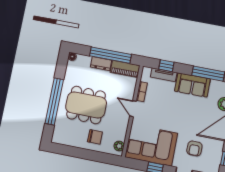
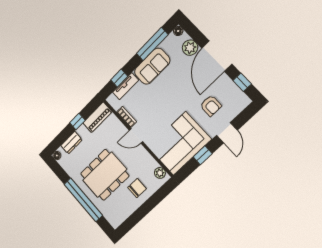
window: (110, 55) -> (77, 121), width x0.32
dresser: (101, 64) -> (72, 143), moved

